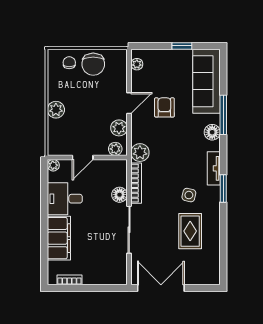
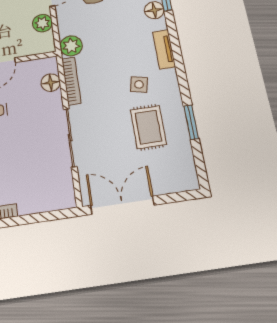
plant: (115, 149) -> (41, 46), removed
window: (223, 189) -> (191, 122), moved
floor lamp: (120, 195) -> (51, 83), moved

